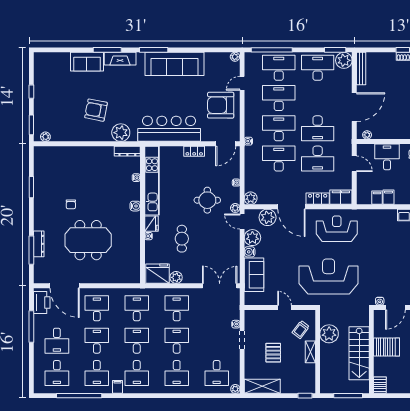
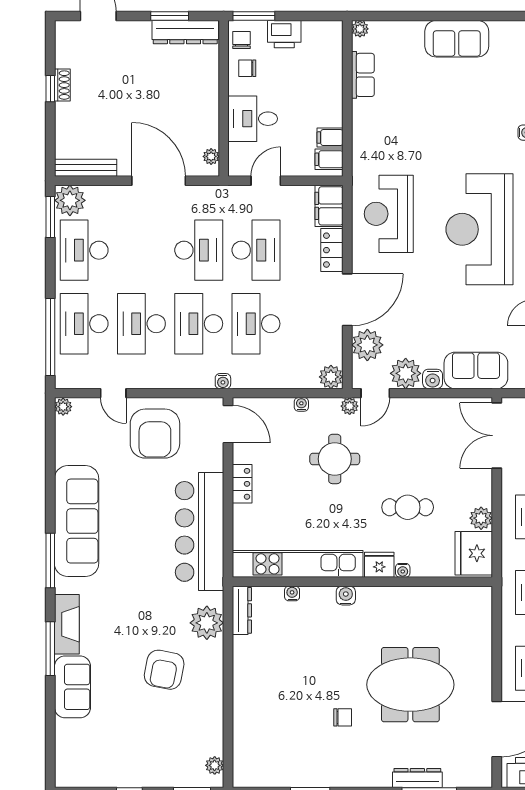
filing cabinet: (389, 197) -> (329, 159), moved
meeting table: (88, 240) -> (410, 685), turned 90

